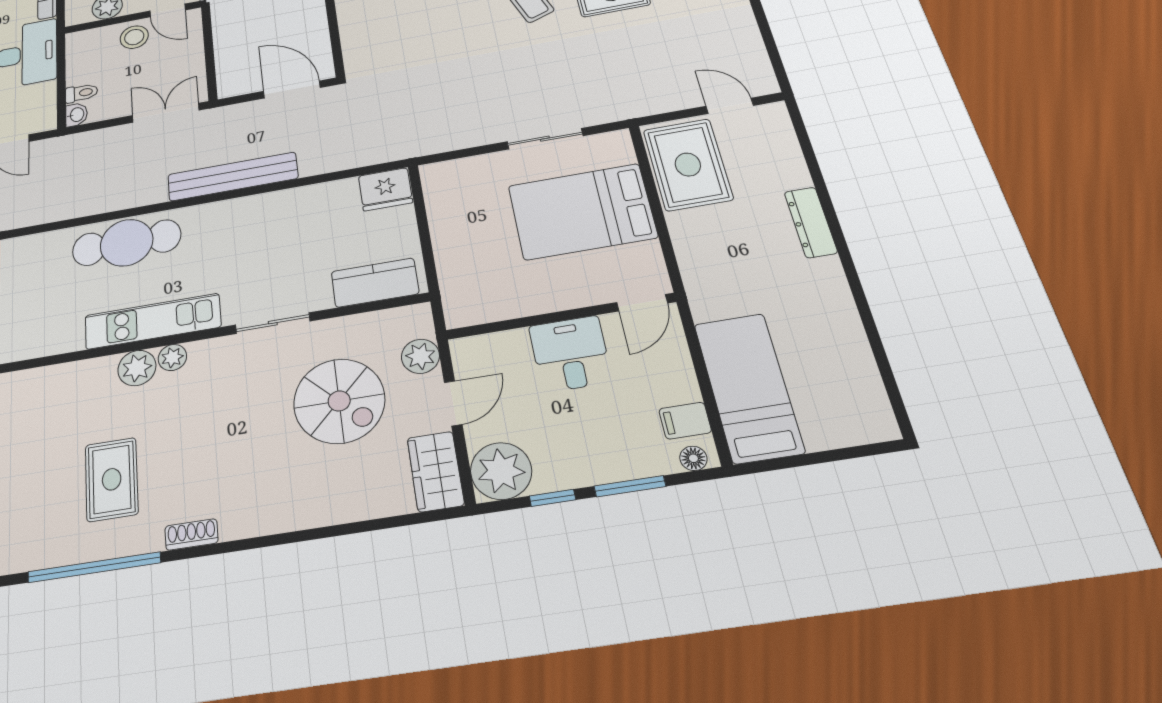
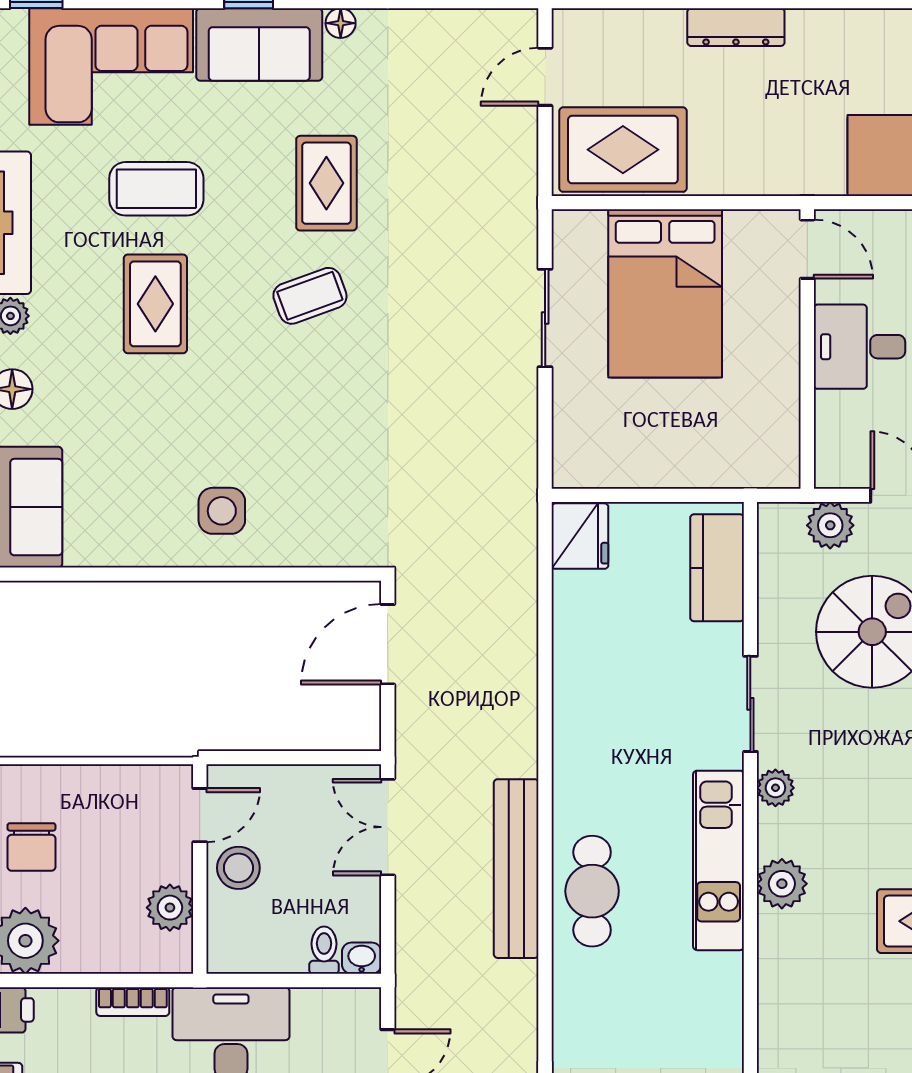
bench: (233, 177) -> (516, 869), moved
cafe table: (127, 243) -> (592, 891), width x0.73, depth x0.74
plant: (172, 358) -> (775, 788), moved

